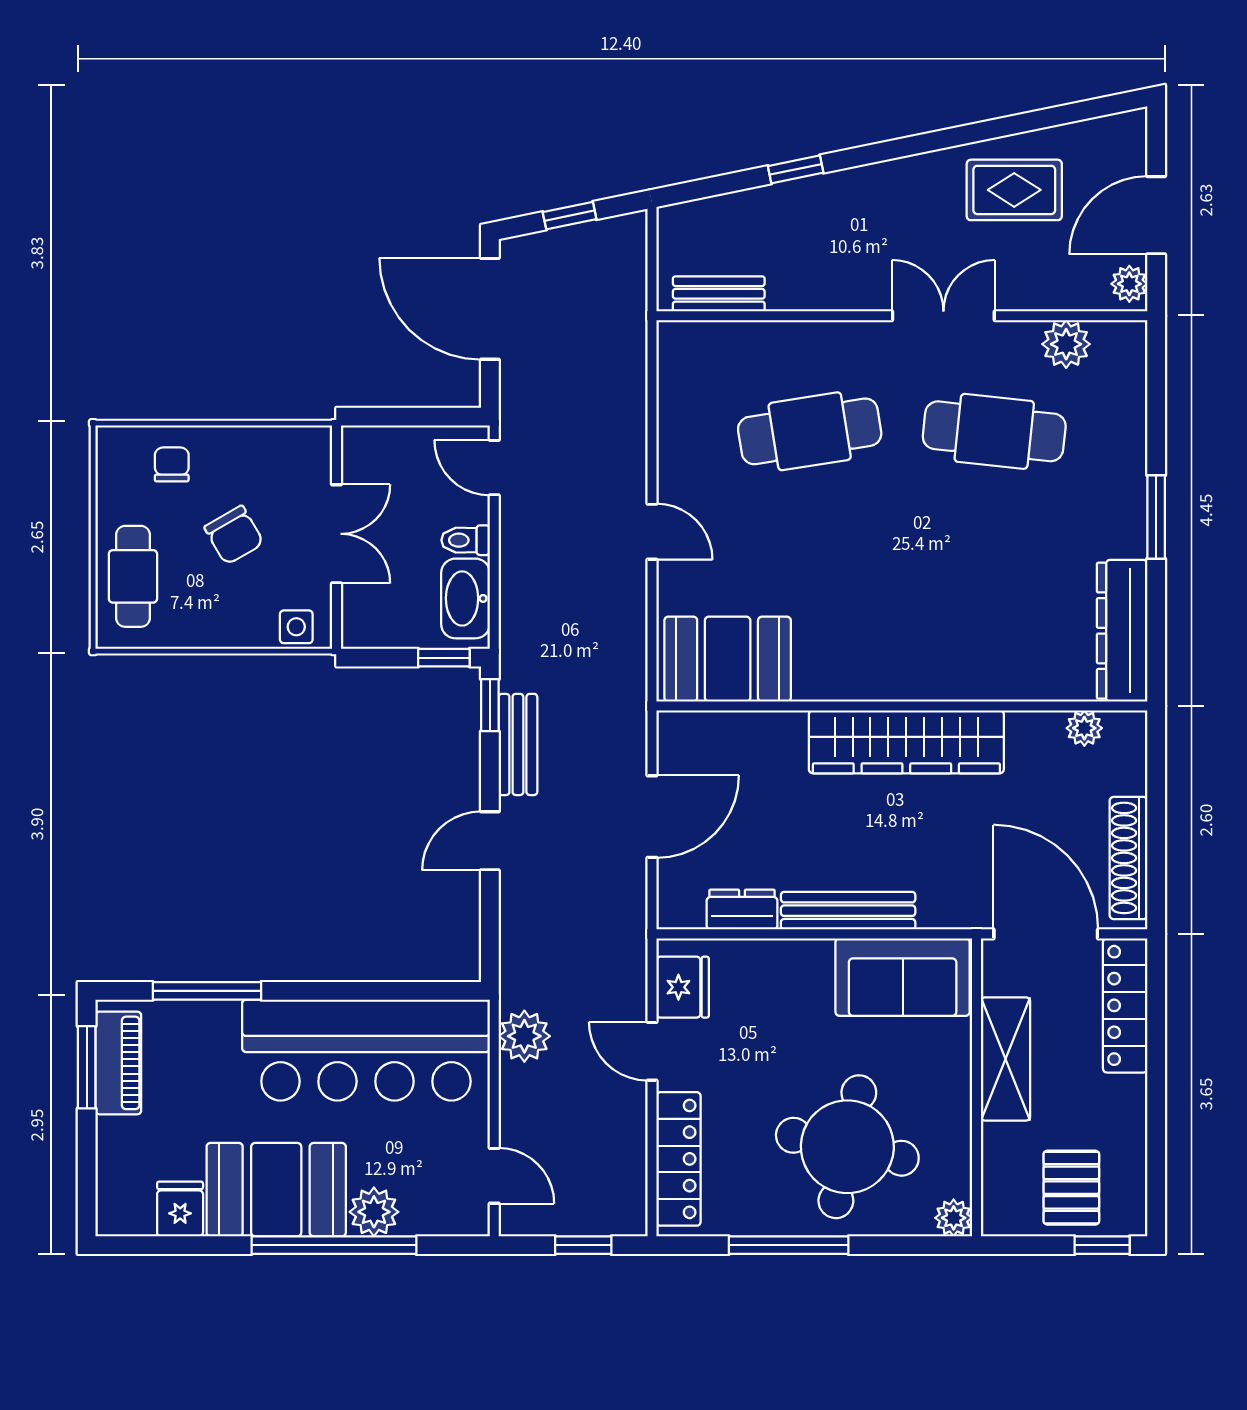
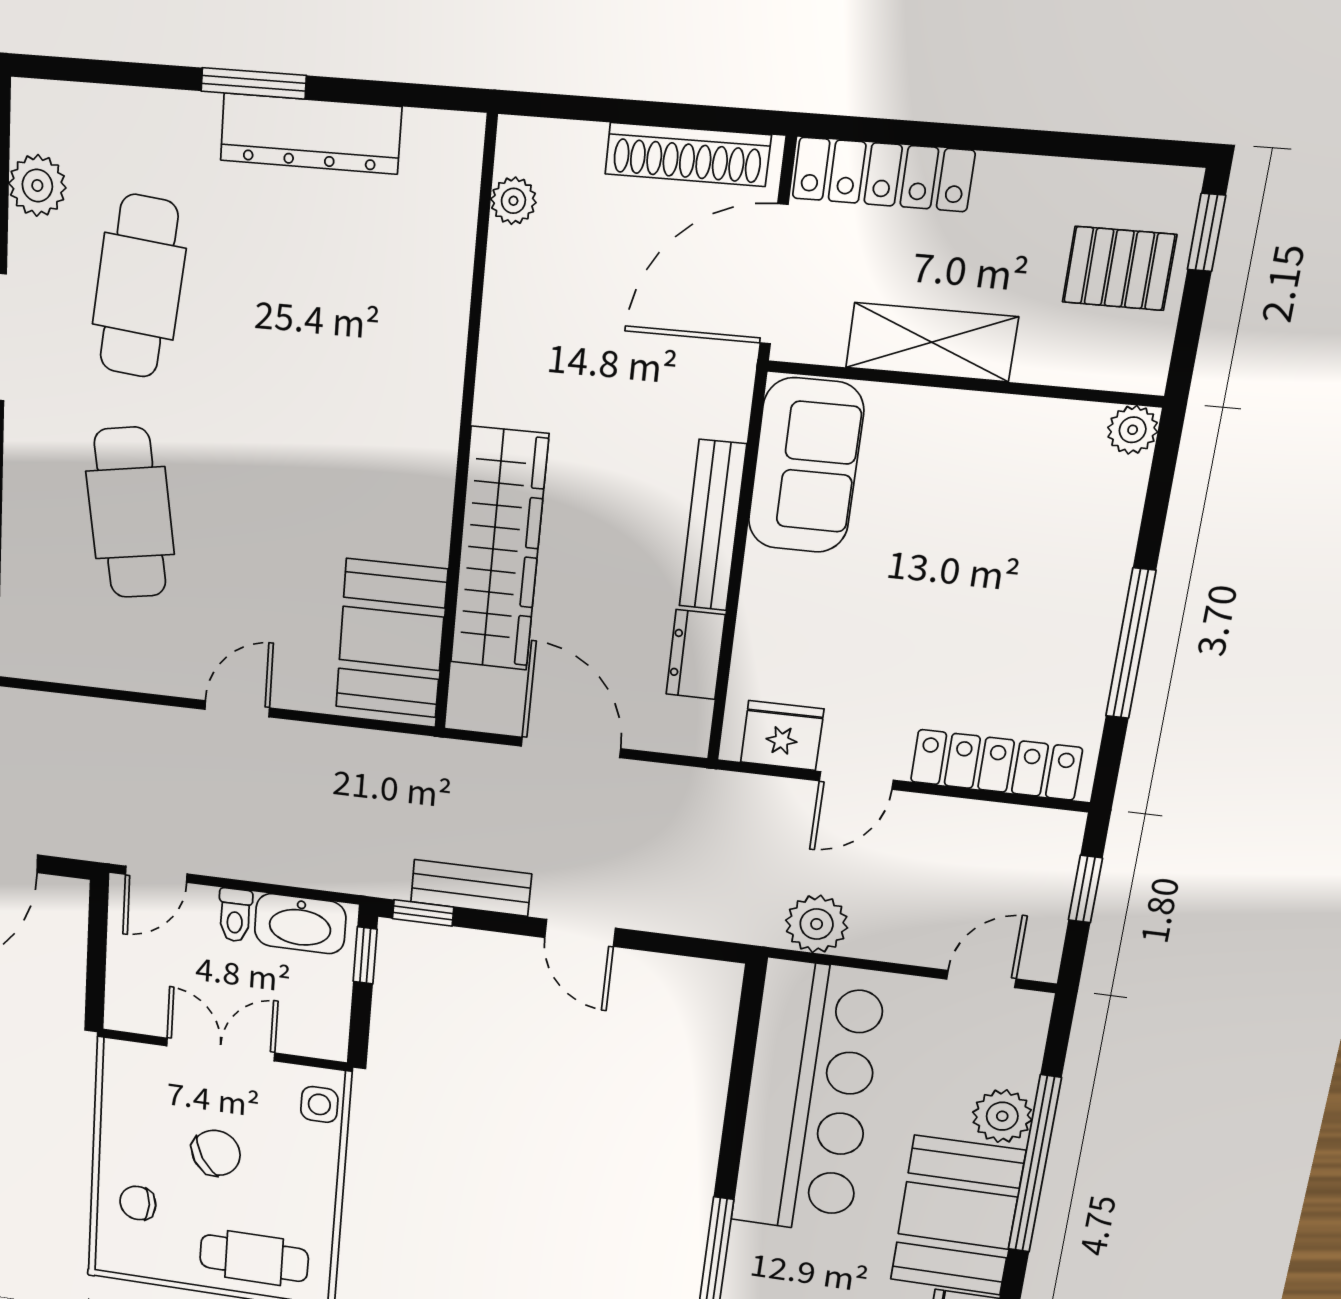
dresser: (1122, 631) -> (311, 134), moved
wardrobe: (906, 742) -> (499, 550), moved
round table: (847, 1147) -> (1015, 557), removed

